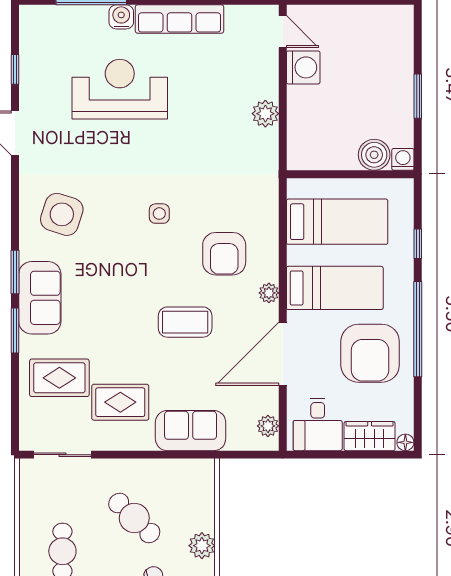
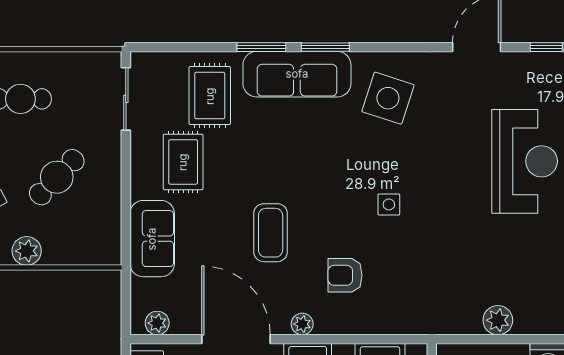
armchair: (224, 254) -> (345, 275), width x0.72, depth x0.72
sofa: (40, 298) -> (297, 74), width x1.36

